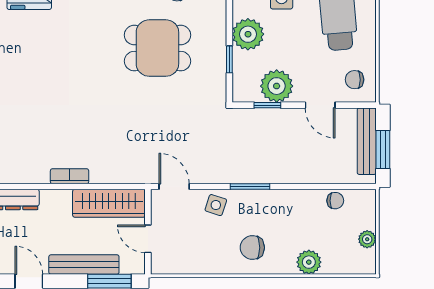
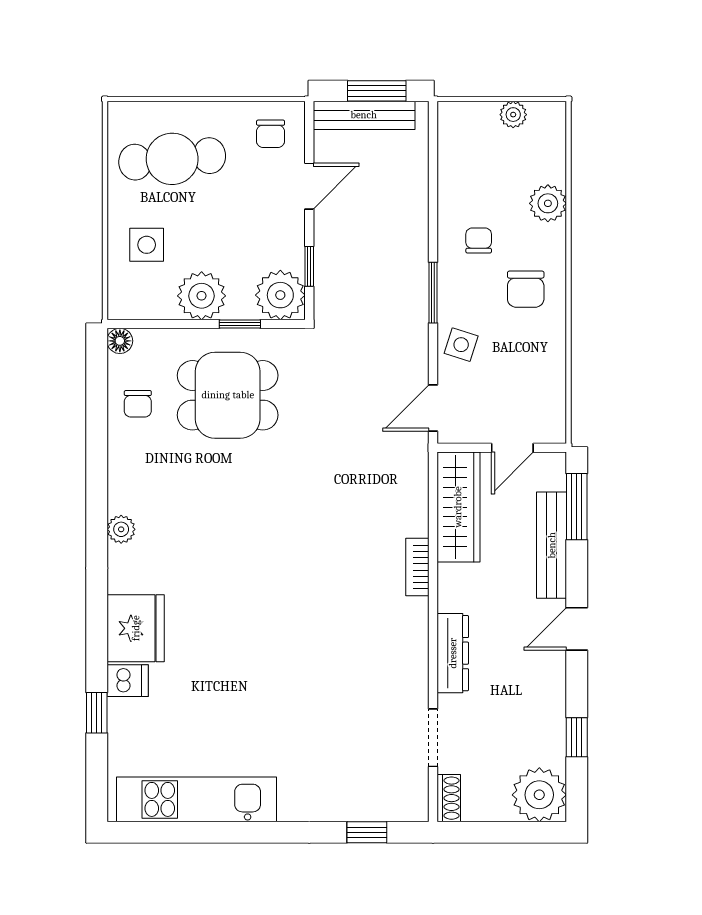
dining table: (157, 48) -> (228, 395), moved, turned 90
plant: (277, 86) -> (280, 295), moved
chair: (335, 201) -> (479, 240), moved

